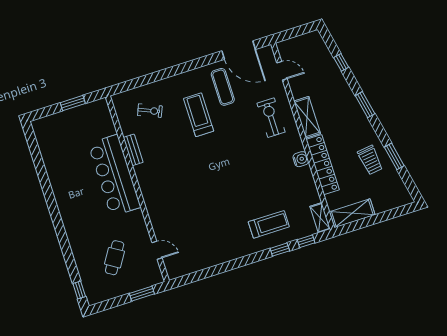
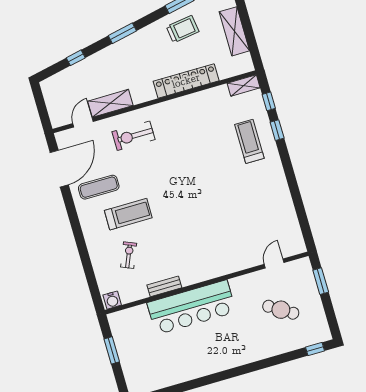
exercise bike: (150, 111) -> (129, 255), moved
treadmill: (199, 115) -> (128, 214), turned 180
shelving: (307, 117) -> (110, 103), moved
water cooler: (301, 159) -> (112, 300), moved, turned 180
shelving: (352, 213) -> (234, 31), moved

